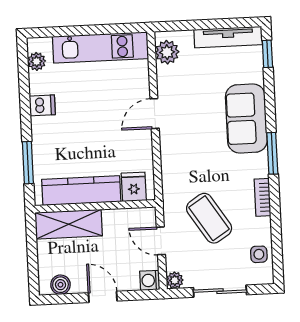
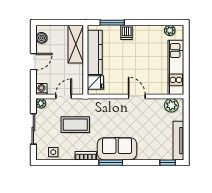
dishwasher: (42, 105) -> (127, 32), moved
sofa: (246, 118) -> (117, 149), moved
coffee table: (209, 218) -> (75, 125), turned 33

